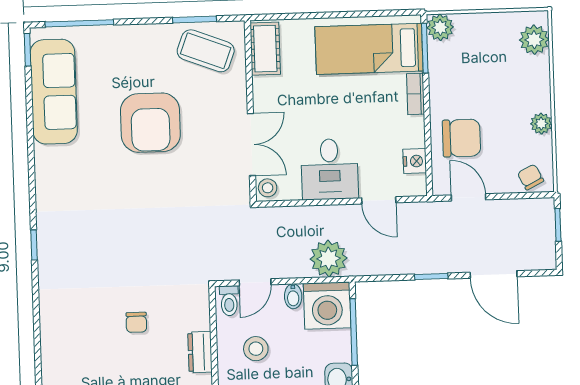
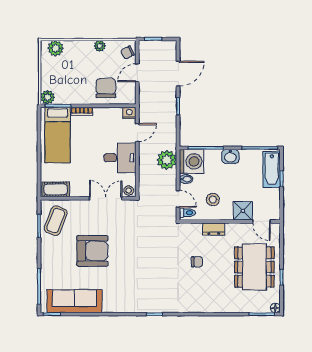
nightstand: (415, 161) -> (129, 113), moved
door: (469, 197) -> (137, 73), moved

